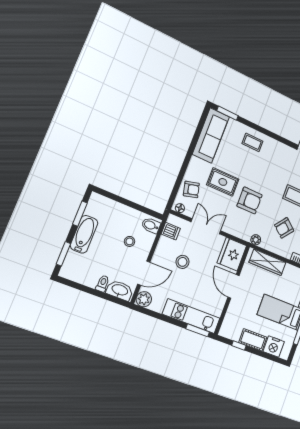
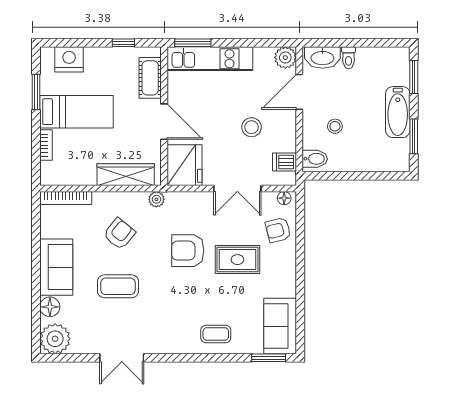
sofa: (211, 135) -> (280, 326), width x0.73
cot: (253, 340) -> (150, 78), moved, turned 90

